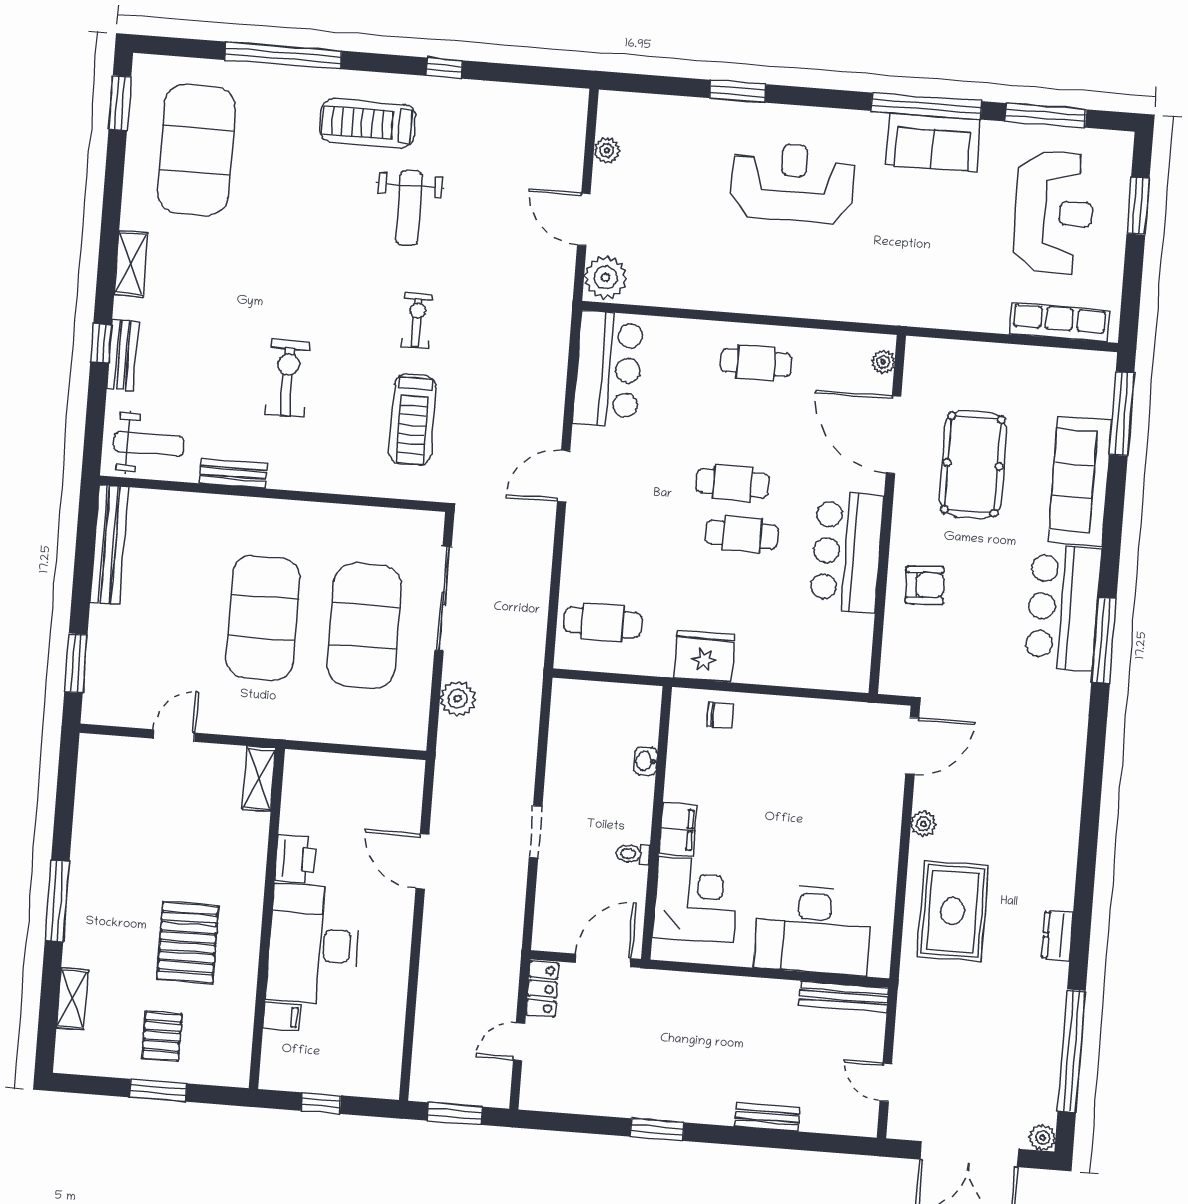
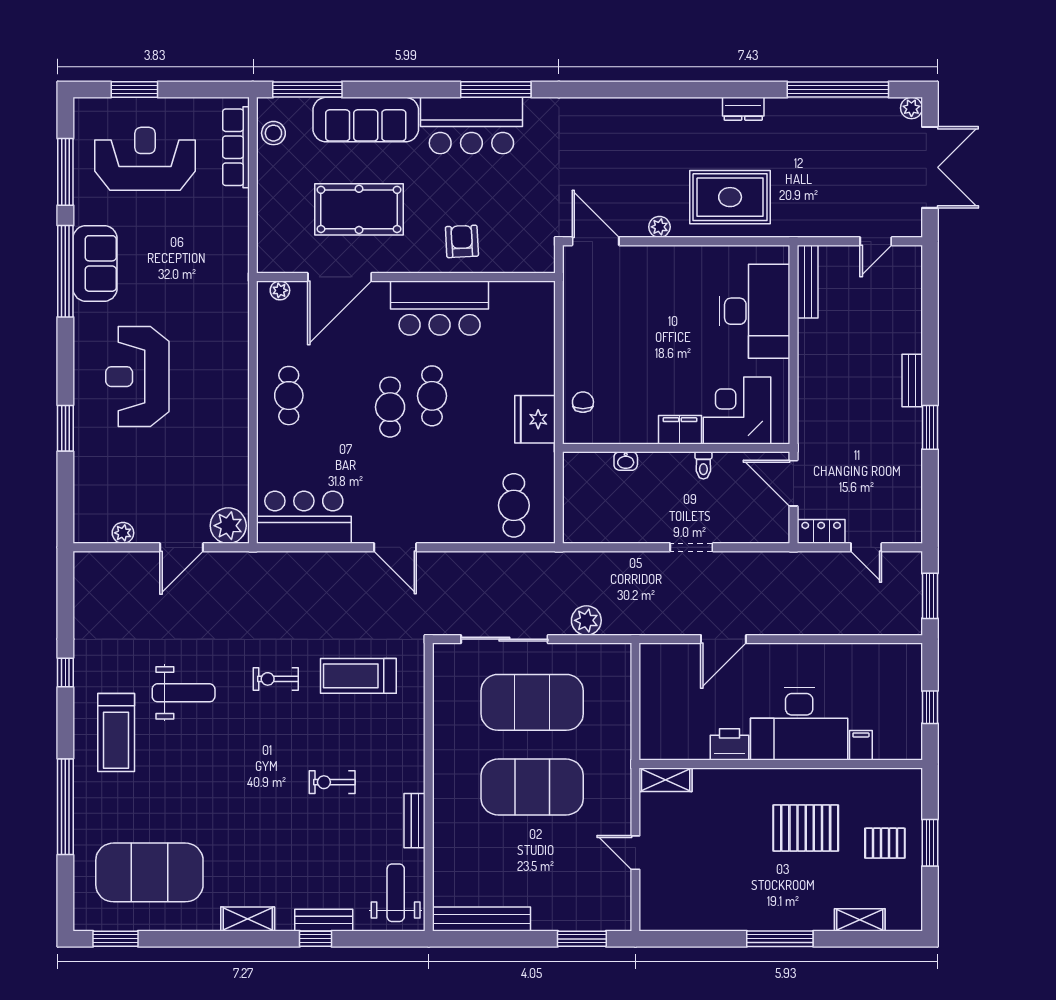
stool: (1073, 369) -> (273, 133), added
exercise bike: (287, 378) -> (332, 782), width x0.73, depth x0.72
treadmill: (413, 420) -> (358, 676), turned 180
bench: (767, 1117) -> (912, 380), moved

